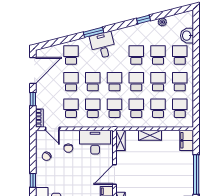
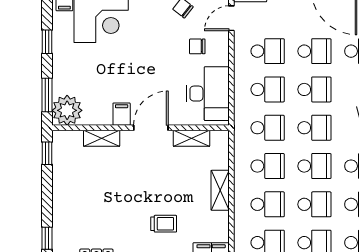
shelving: (120, 140) -> (191, 138), moved
trolley: (169, 167) -> (164, 224), added
door: (114, 175) -> (151, 128), hinge flipped

